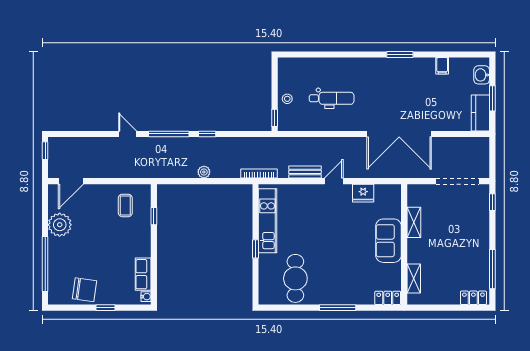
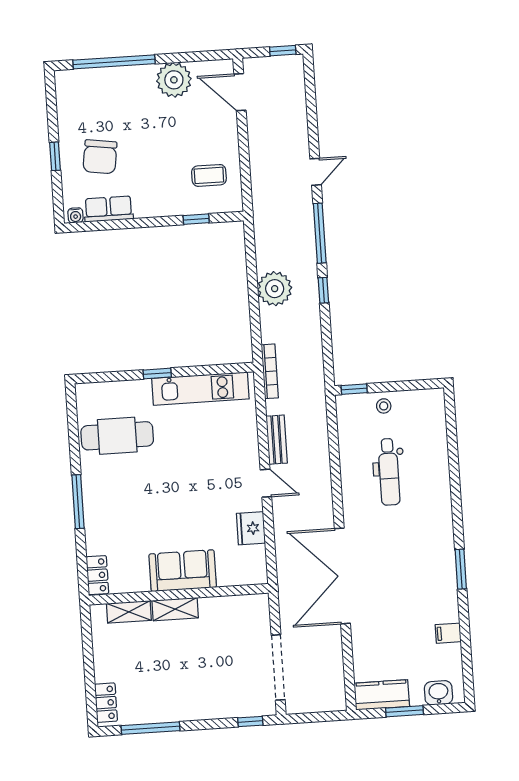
plant: (204, 172) -> (275, 289), width x1.87, depth x1.87
shelving: (414, 222) -> (175, 609), moved
chair: (85, 290) -> (100, 157), moved

